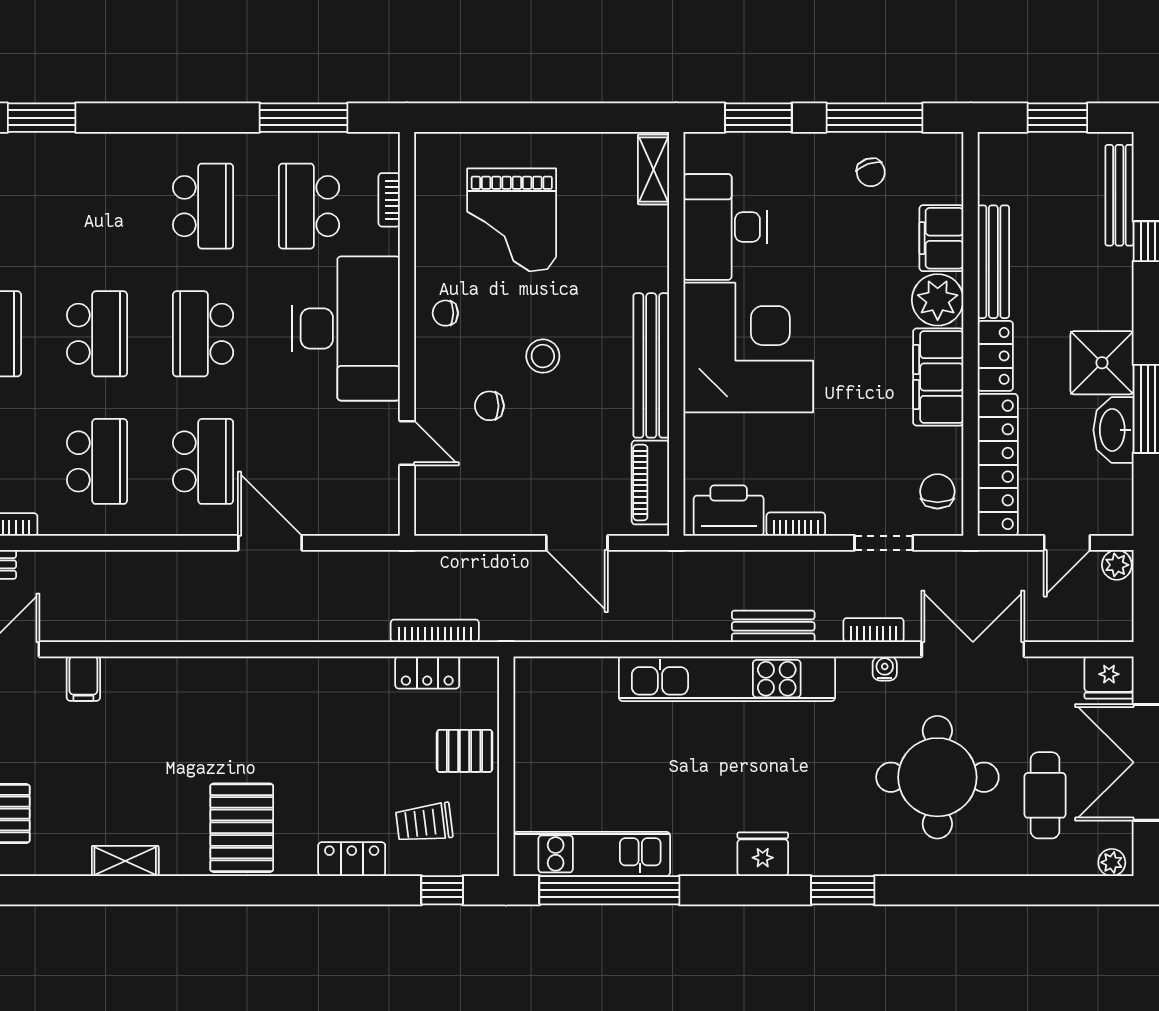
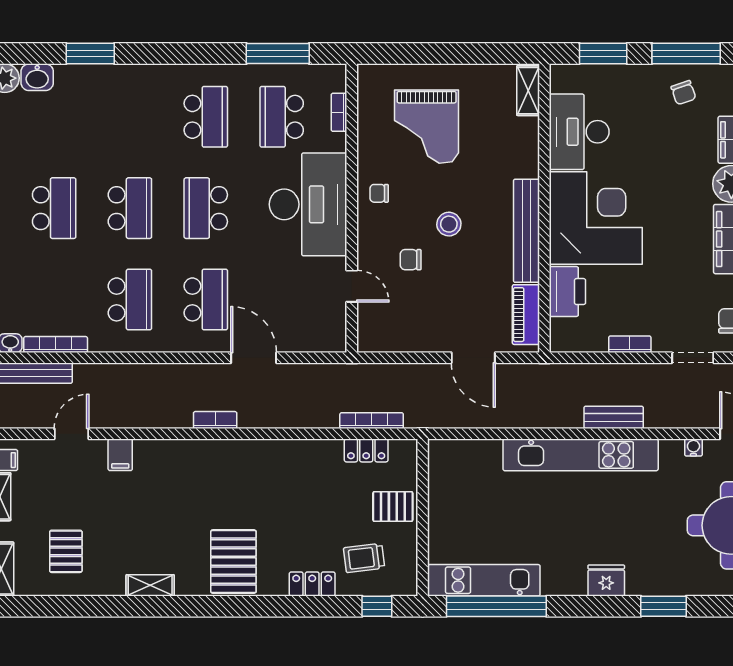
printer: (729, 511) -> (567, 292), moved, turned 90
bookcase: (874, 630) -> (215, 420), moved

